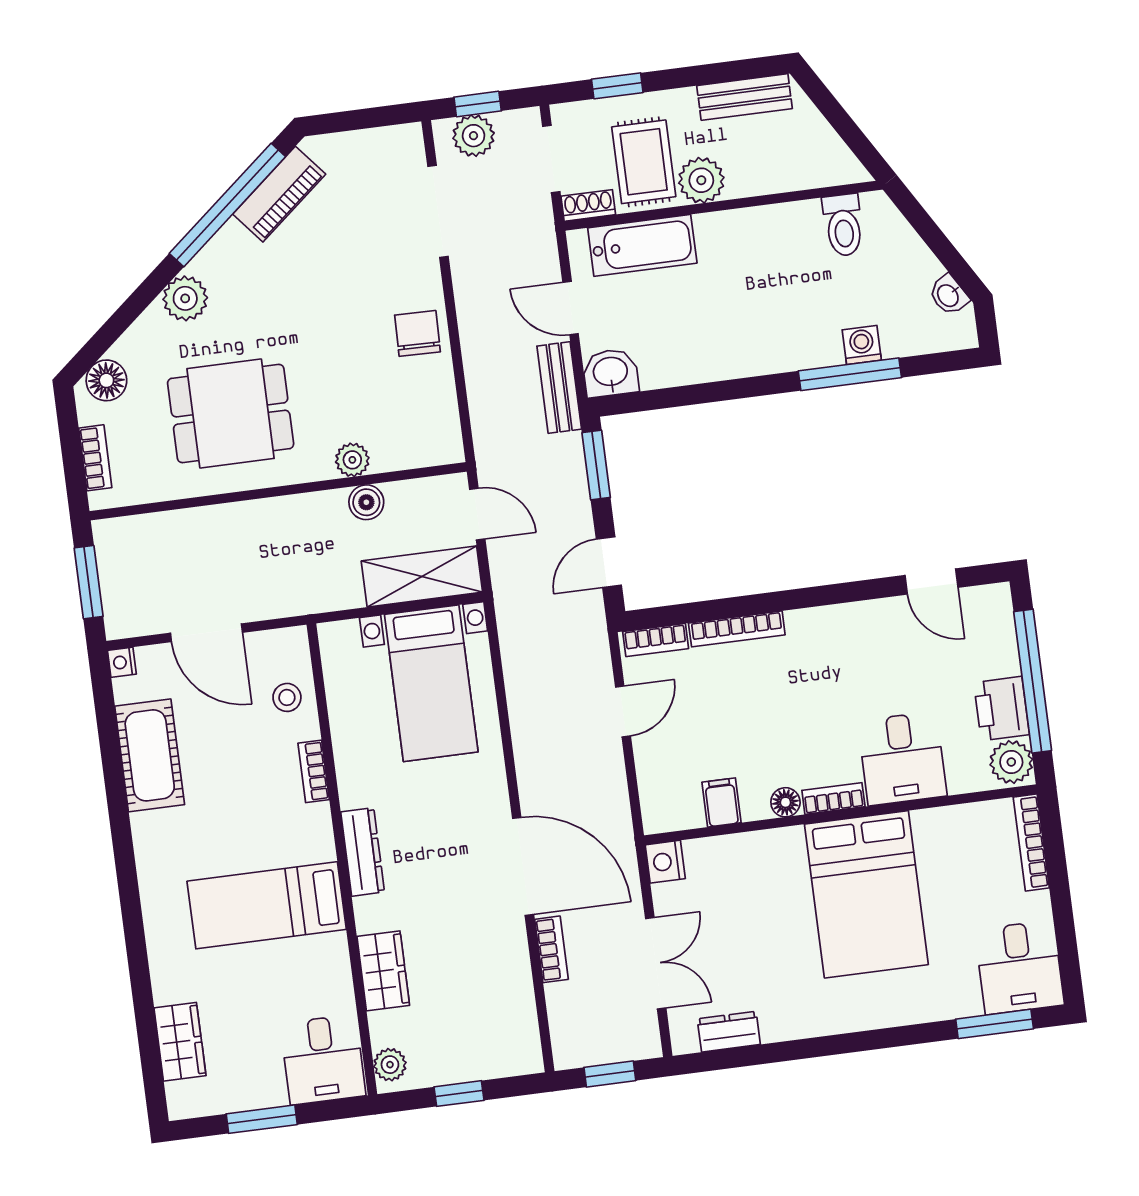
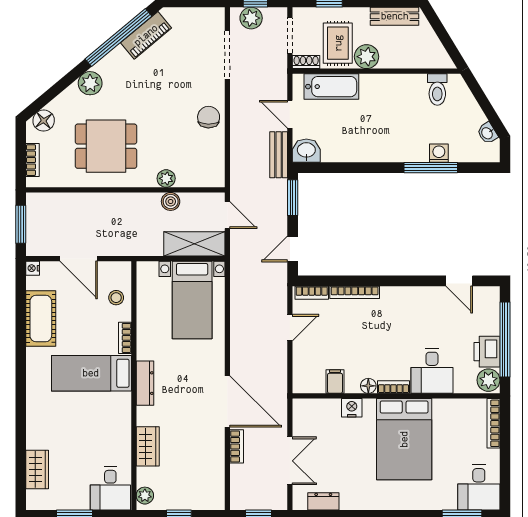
nightstand: (665, 862) -> (352, 408), moved, turned 90
bed: (267, 905) -> (91, 373), moved

